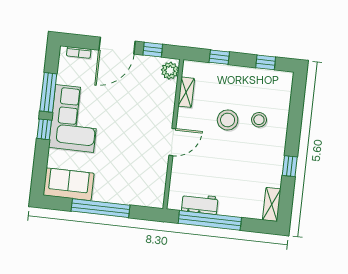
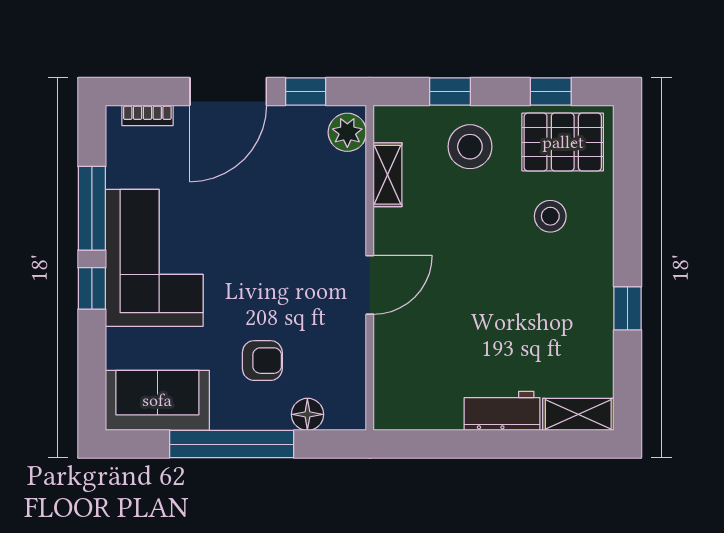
pallet: (269, 86) -> (563, 142), added
stool: (228, 120) -> (470, 147), moved
armchair: (119, 171) -> (262, 361), added
floor lamp: (137, 198) -> (307, 414), added
workbench: (200, 204) -> (502, 411), moved
shelving: (272, 204) -> (578, 414), moved, turned 90
window: (210, 220) -> (469, 444), removed

